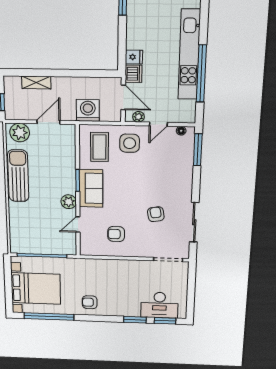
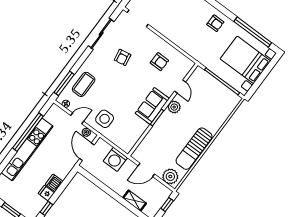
fridge: (134, 57) -> (46, 193), moved
dishwasher: (134, 74) -> (54, 183), moved
coffee table: (99, 147) -> (84, 84), moved
door: (78, 224) -> (180, 87), hinge flipped

